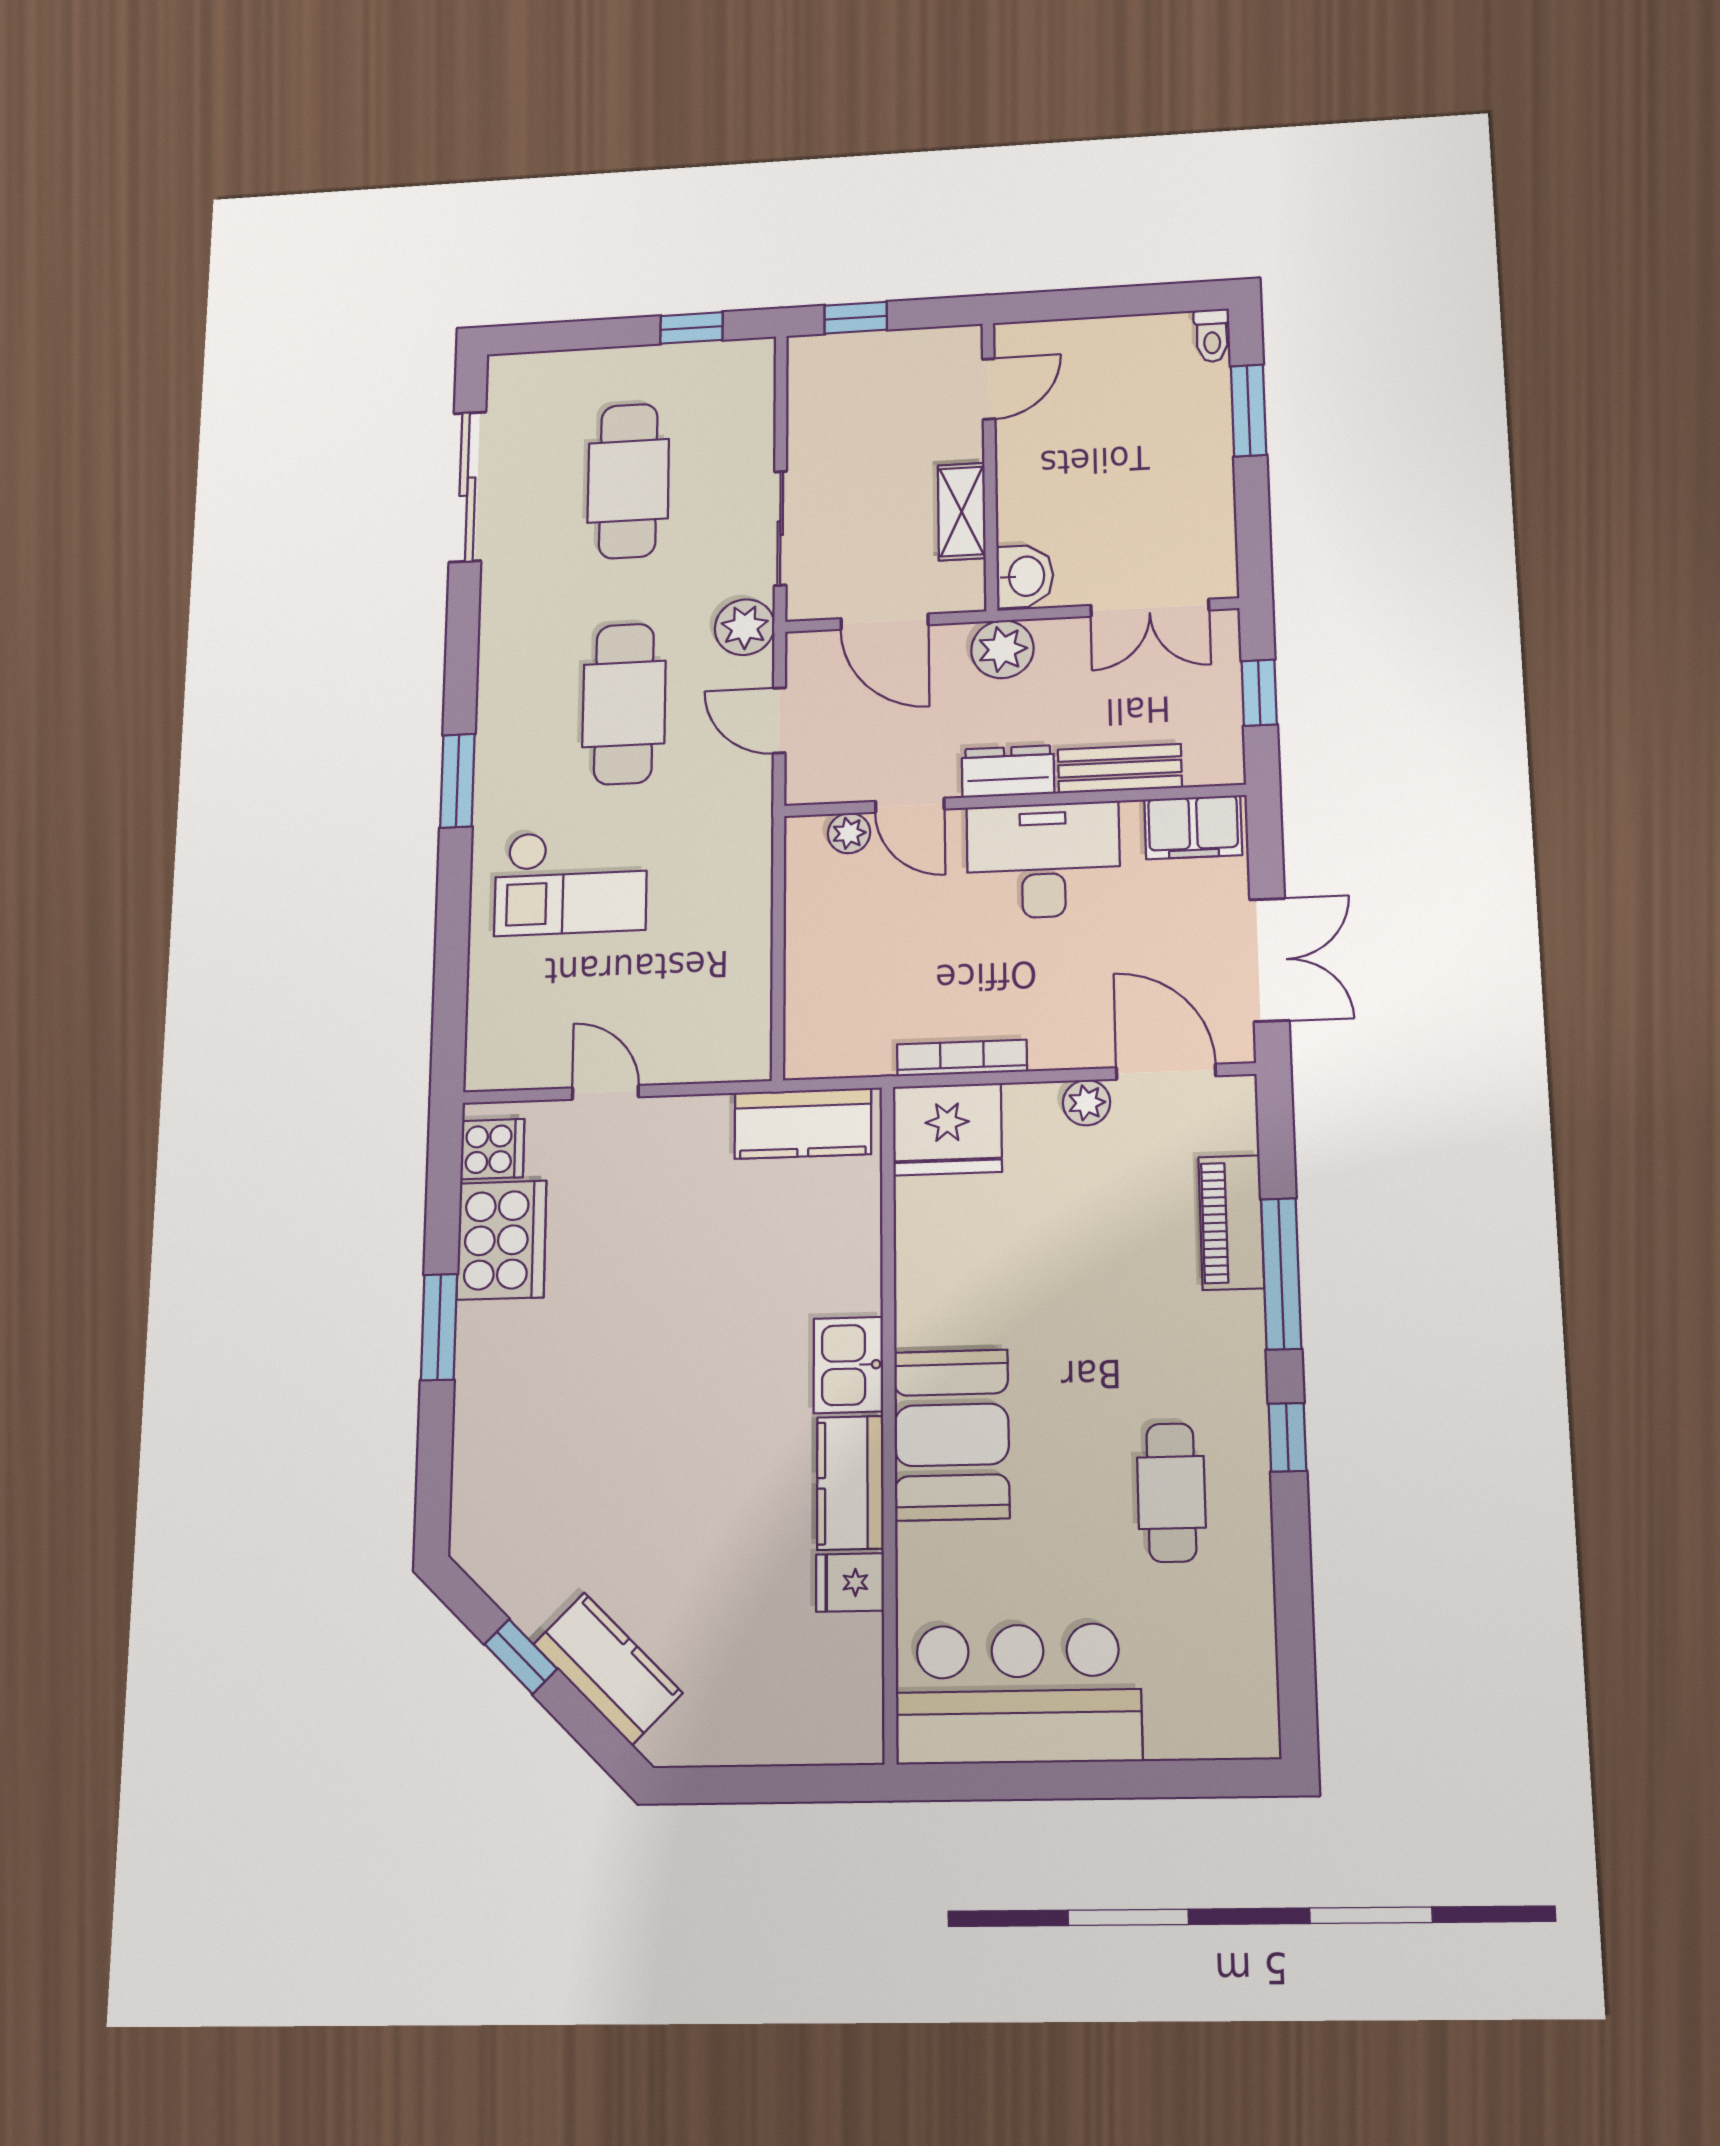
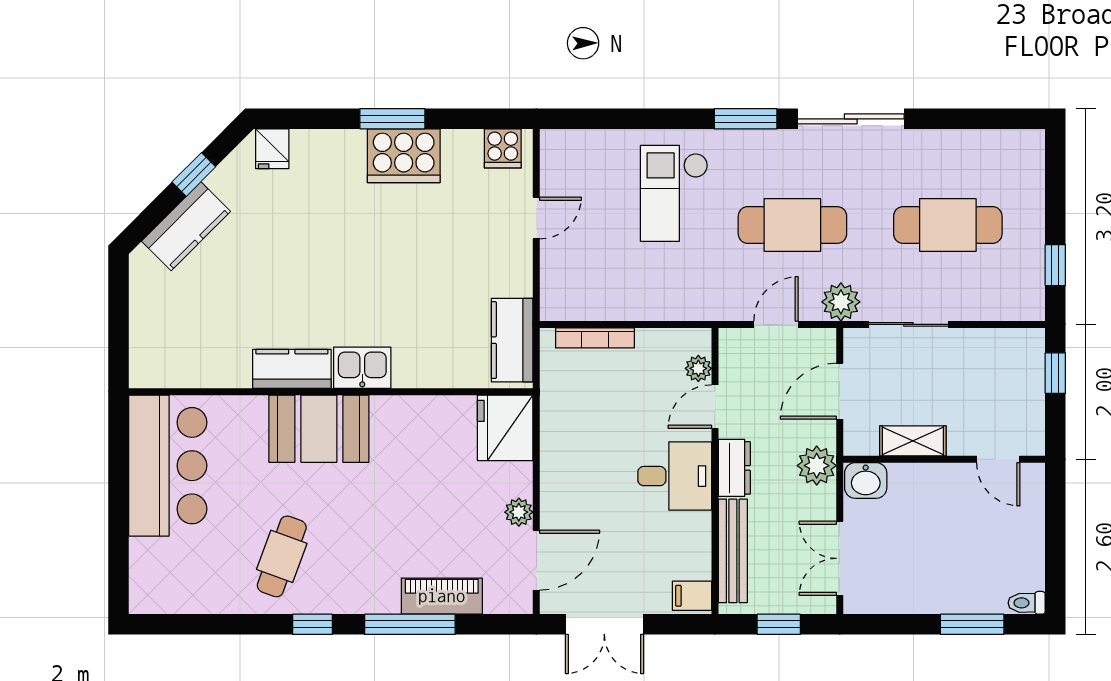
sliding door: (467, 487) -> (851, 119), moved
bench: (1120, 769) -> (733, 551), width x1.36
filing cabinet: (1193, 827) -> (692, 596), width x0.50
desk: (1043, 860) -> (675, 476), width x0.73
bookcase: (962, 1058) -> (595, 338), moved, turned 90
cooker: (502, 1240) -> (404, 156), moved
cafe table: (1171, 1492) -> (282, 556), turned -70
fridge: (850, 1582) -> (272, 149), moved, turned 180

